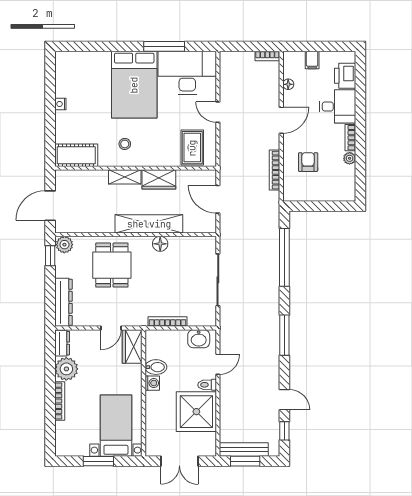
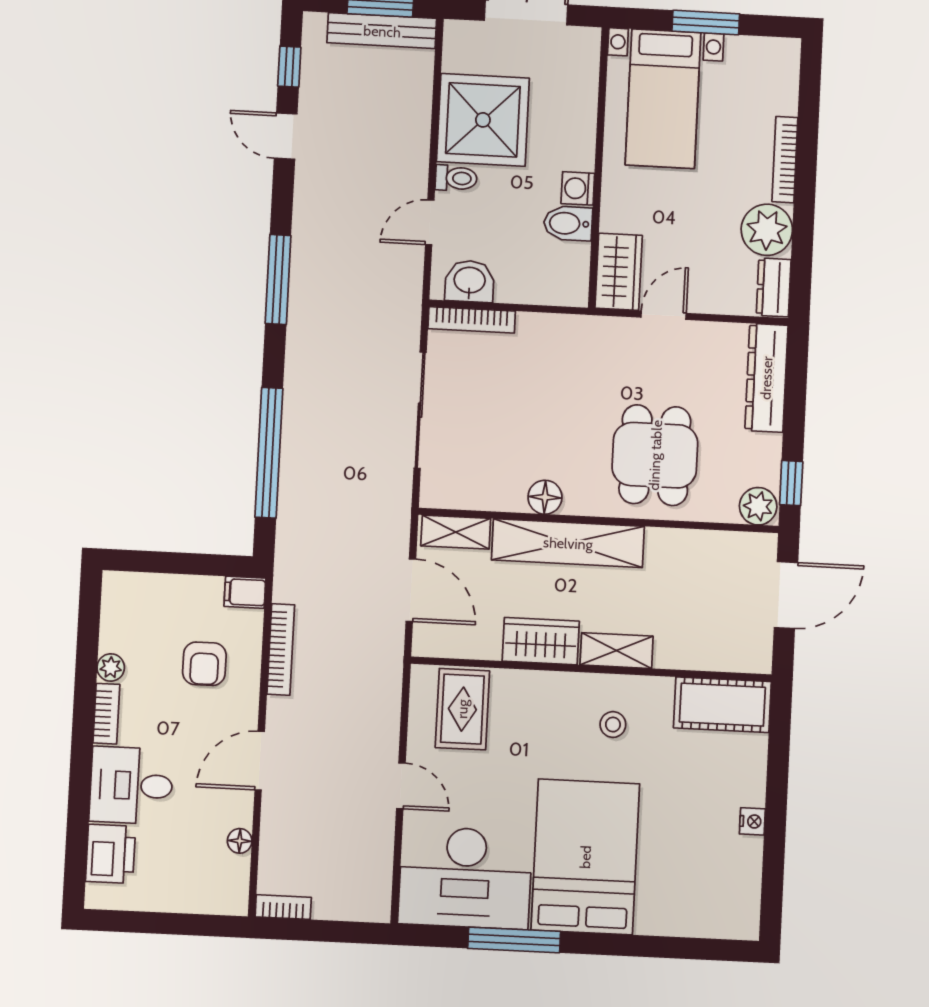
filing cabinet: (312, 60) -> (245, 592), moved, turned -90
shelving: (199, 226) -> (456, 532), added
bookcase: (168, 321) -> (472, 320), moved

